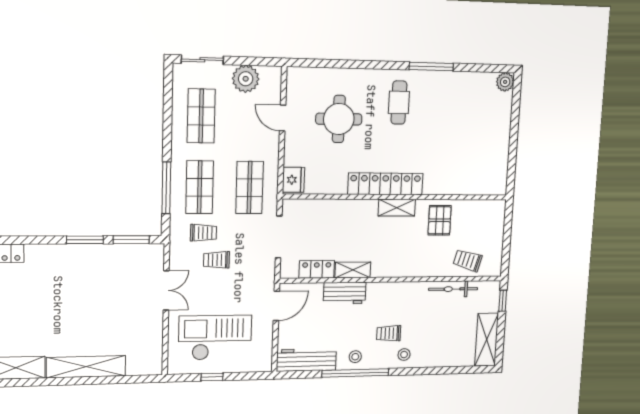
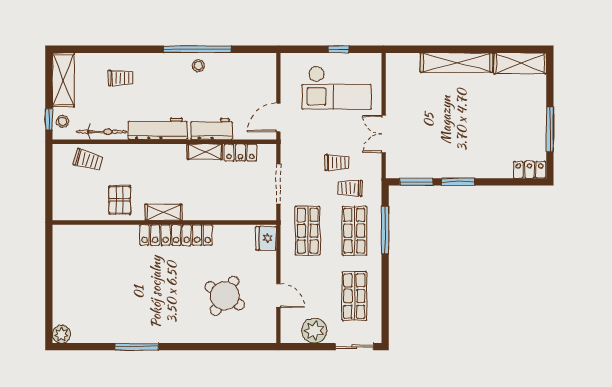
cafe table: (399, 102) -> (167, 312), removed
round table: (339, 119) -> (225, 296), turned 32
trolley: (389, 333) -> (121, 78), moved
stool: (404, 355) -> (63, 121), moved
workbench: (306, 360) -> (158, 129), moved, turned 180

